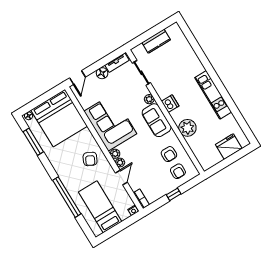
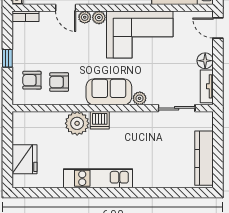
kitchen counter: (156, 41) -> (204, 158), width x1.50
dishwasher: (170, 104) -> (100, 120), moved

